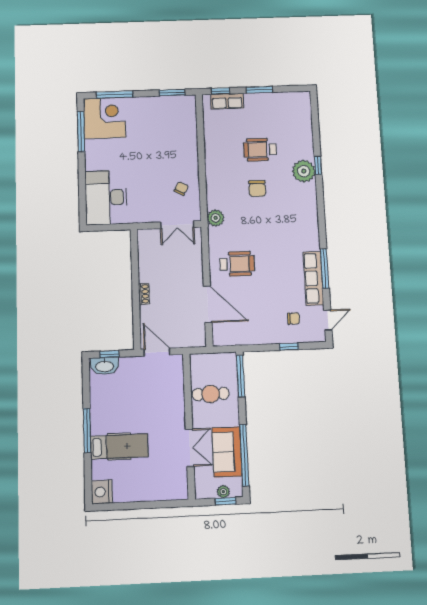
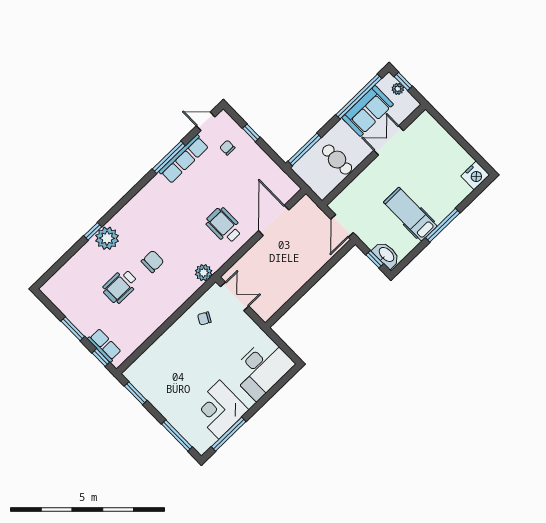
corner desk: (104, 118) -> (219, 410), moved
wheelchair: (260, 150) -> (120, 286), turned 90
shoe rack: (144, 294) -> (308, 274), removed
hospital bed: (119, 446) -> (410, 214), moved

